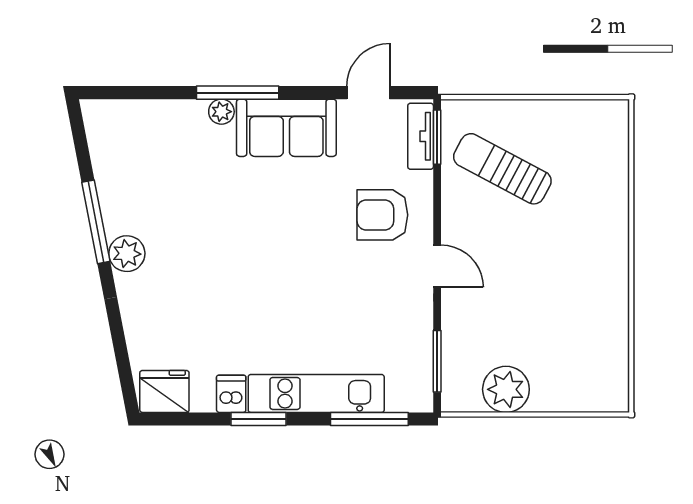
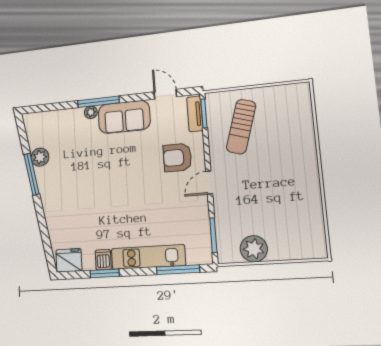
door: (368, 93) -> (165, 94), hinge flipped
sun lounger: (502, 169) -> (241, 127), turned -101
plant: (127, 254) -> (40, 157), moved
door: (437, 266) -> (209, 183), swing flipped
window: (259, 419) -> (105, 273), moved

